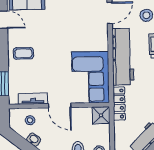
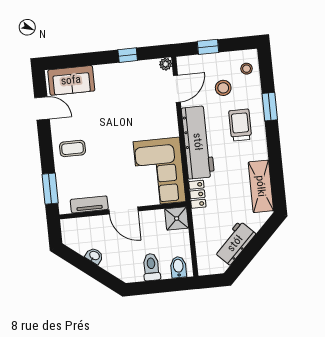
locker: (119, 104) -> (197, 194), width x0.66
stool: (30, 120) -> (88, 232), removed

